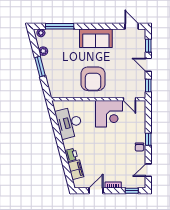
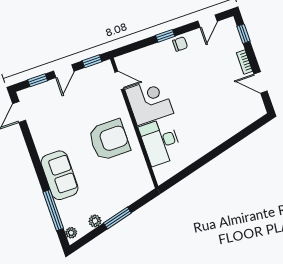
sofa: (96, 38) -> (60, 175), moved
door: (130, 99) -> (119, 80), hinge flipped
desk: (69, 123) -> (160, 142), moved, turned 105
printer: (71, 155) -> (223, 134), removed
filing cabinet: (76, 170) -> (241, 120), removed
door: (148, 170) -> (207, 21), hinge flipped

